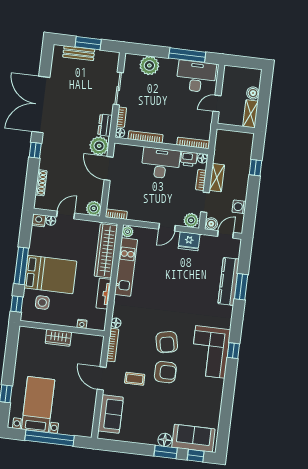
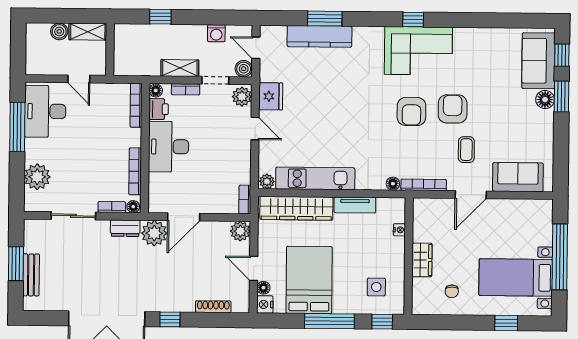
bed: (50, 275) -> (309, 280), moved
armchair: (167, 342) -> (411, 111), turned 102
chair: (33, 357) -> (452, 291), added

